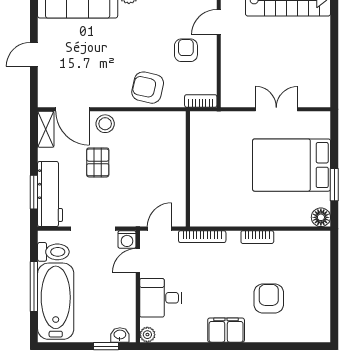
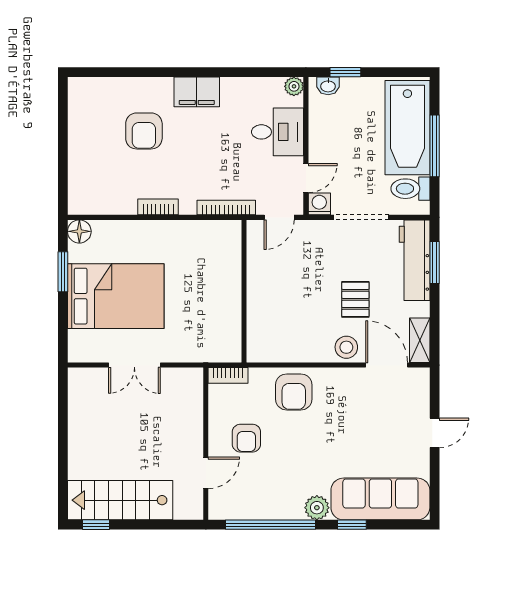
armchair: (148, 88) -> (294, 392), turned 77

